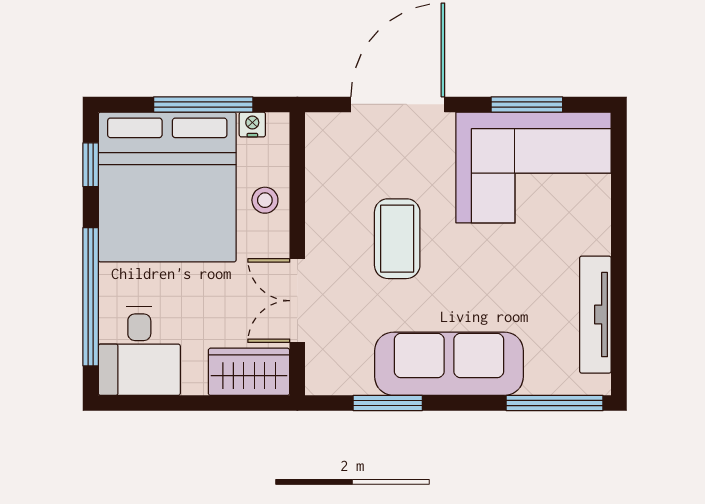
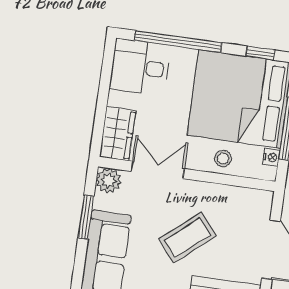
coffee table: (397, 239) -> (187, 237), turned -40
plant: (325, 375) -> (109, 181), added

